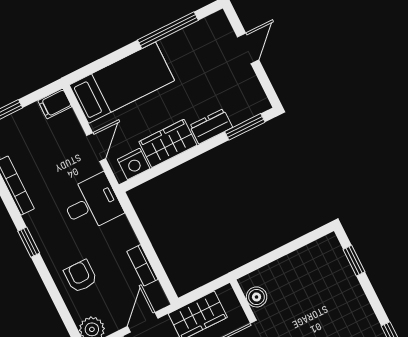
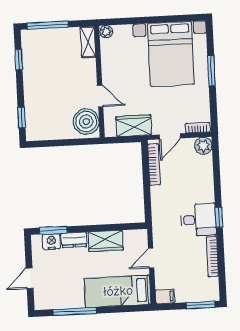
nightstand: (134, 164) -> (51, 242), moved
desk: (92, 203) -> (199, 220), moved, turned 180
bookcase: (142, 265) -> (154, 165), width x1.56
armchair: (81, 276) -> (196, 182), removed
boiler: (257, 297) -> (86, 122), width x1.86, depth x1.86

